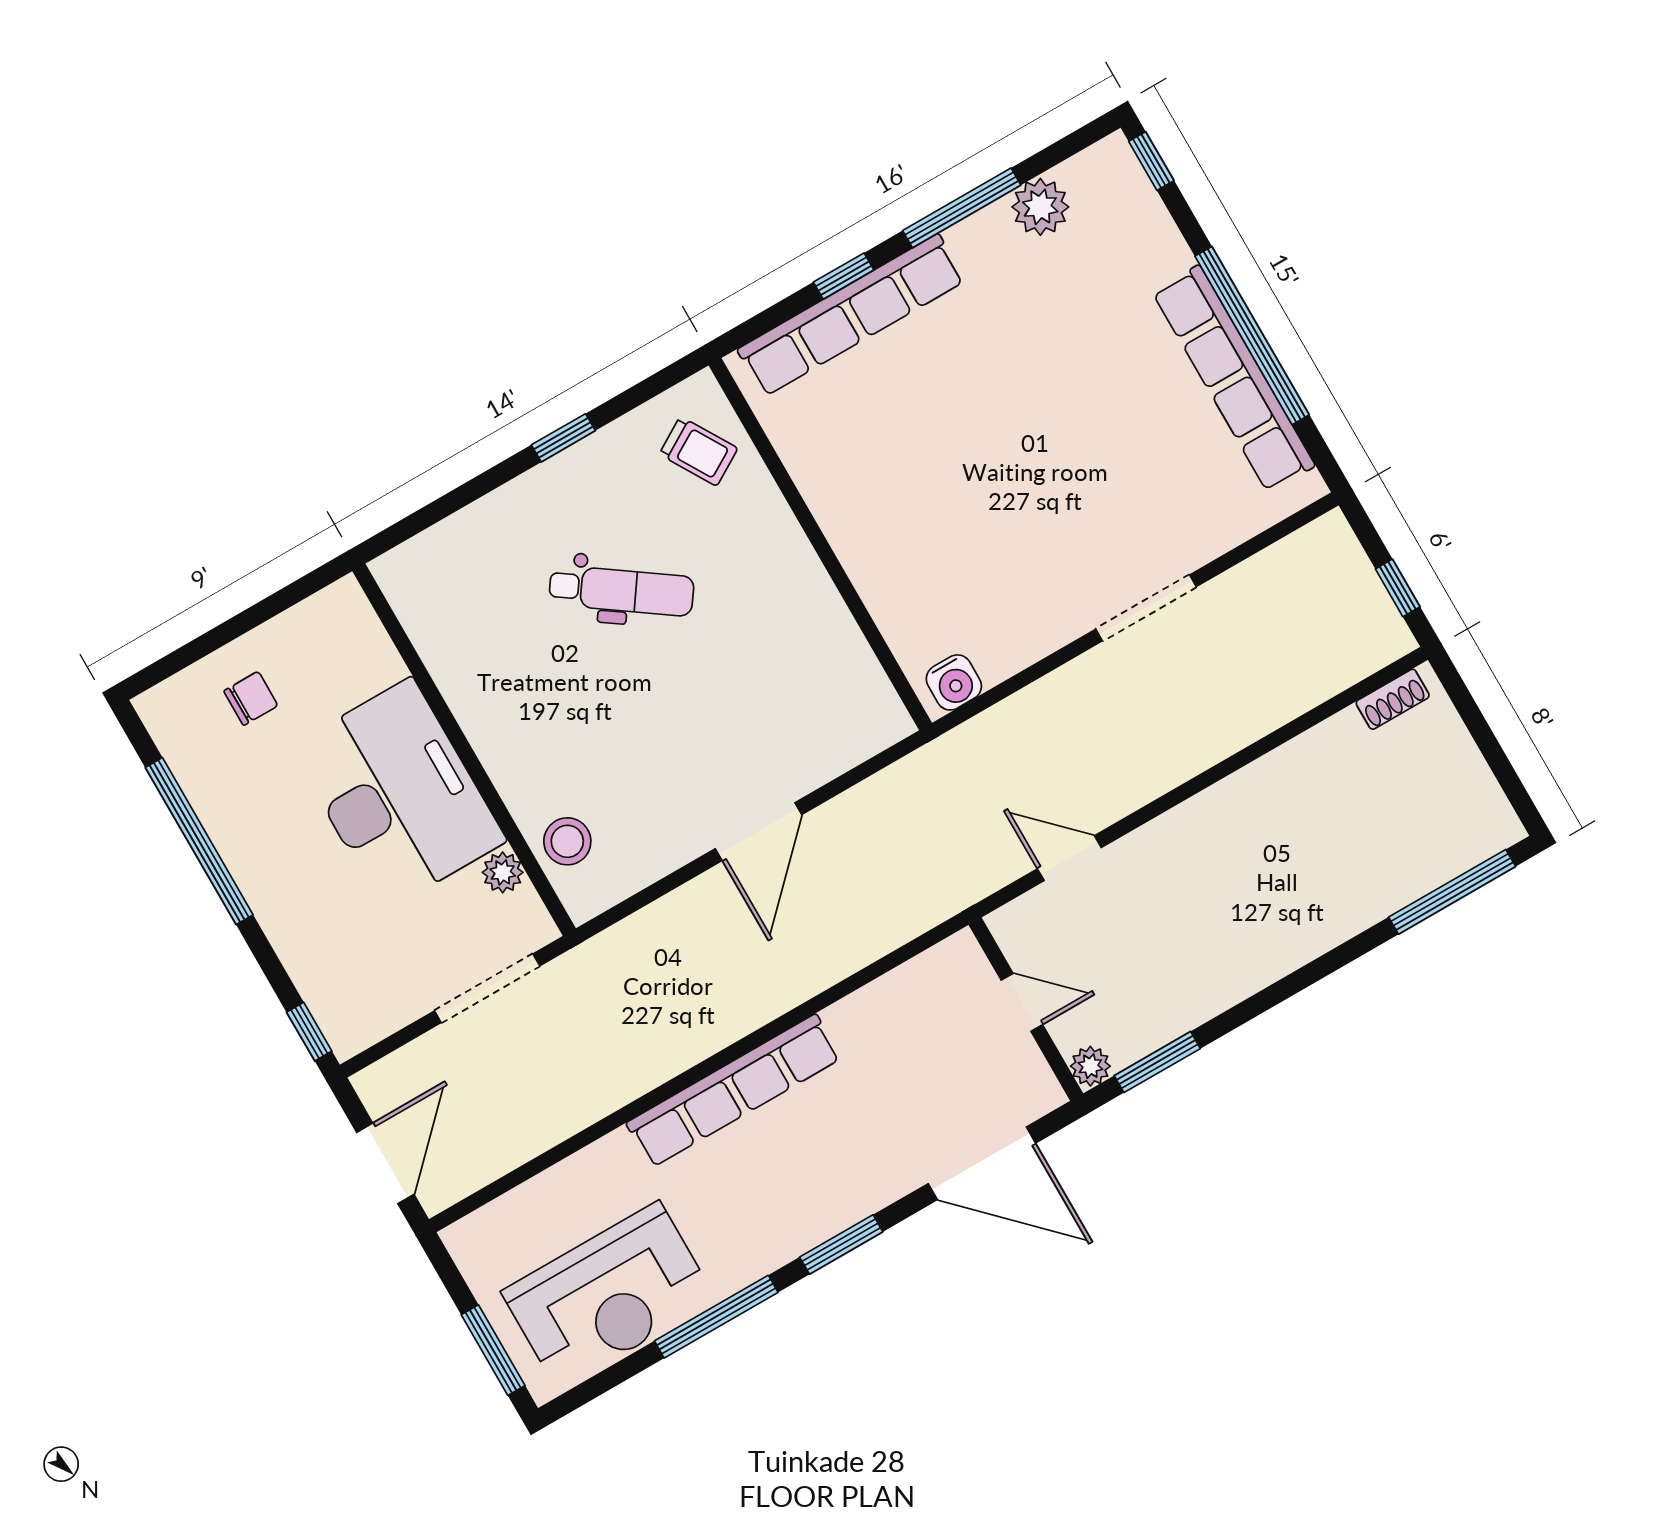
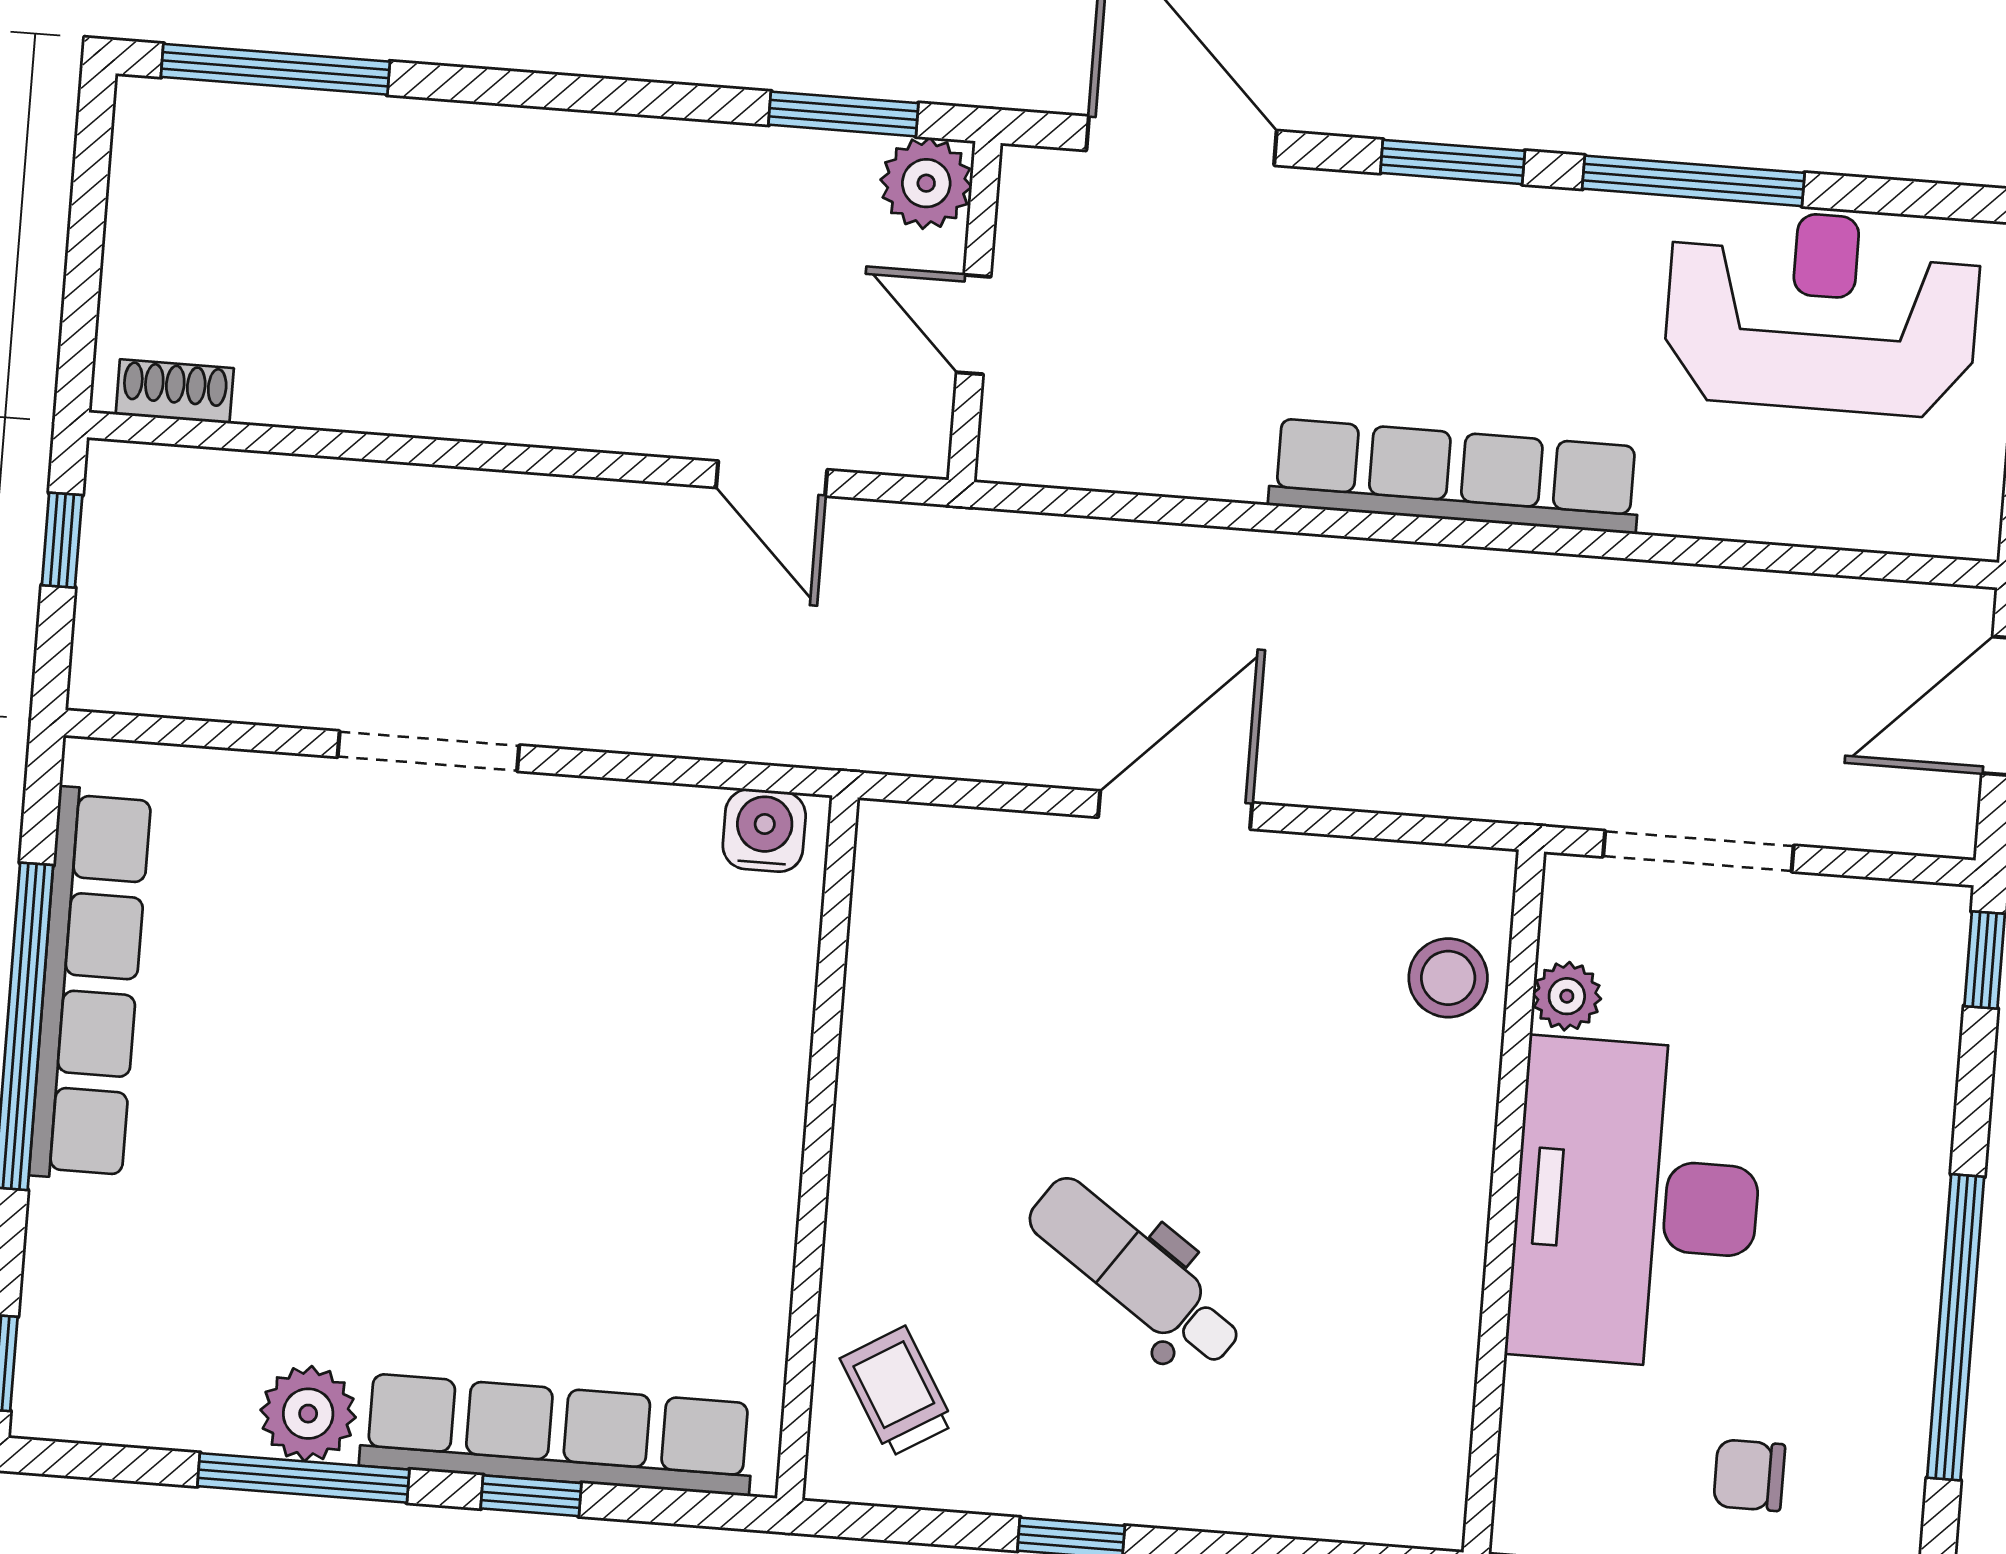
plant: (1040, 207) -> (308, 1414), moved
plant: (1090, 1066) -> (926, 183), width x1.38, depth x1.38

